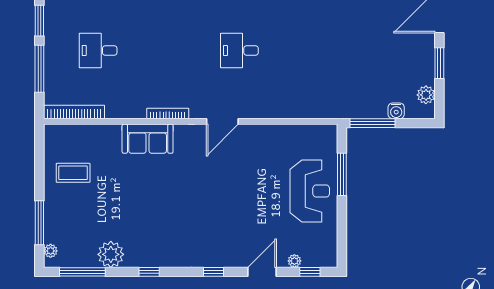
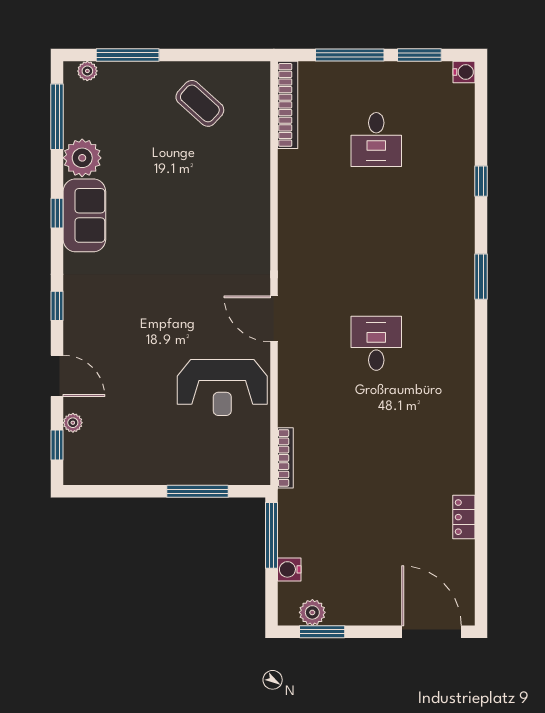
desk: (98, 50) -> (376, 140), turned 180
window: (439, 63) -> (322, 632), moved
bookcase: (168, 113) -> (285, 458), moved
sofa: (148, 139) -> (84, 215), moved, turned 180
coffee table: (73, 173) -> (200, 103), turned -48
reception desk: (310, 191) -> (222, 388), moved

